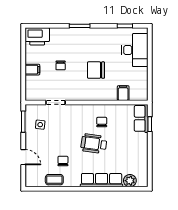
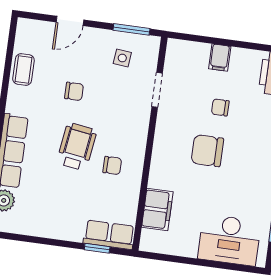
chair: (96, 70) -> (207, 151), moved, turned -90
filing cabinet: (123, 93) -> (157, 210), width x2.00
chair: (63, 161) -> (74, 91), moved

